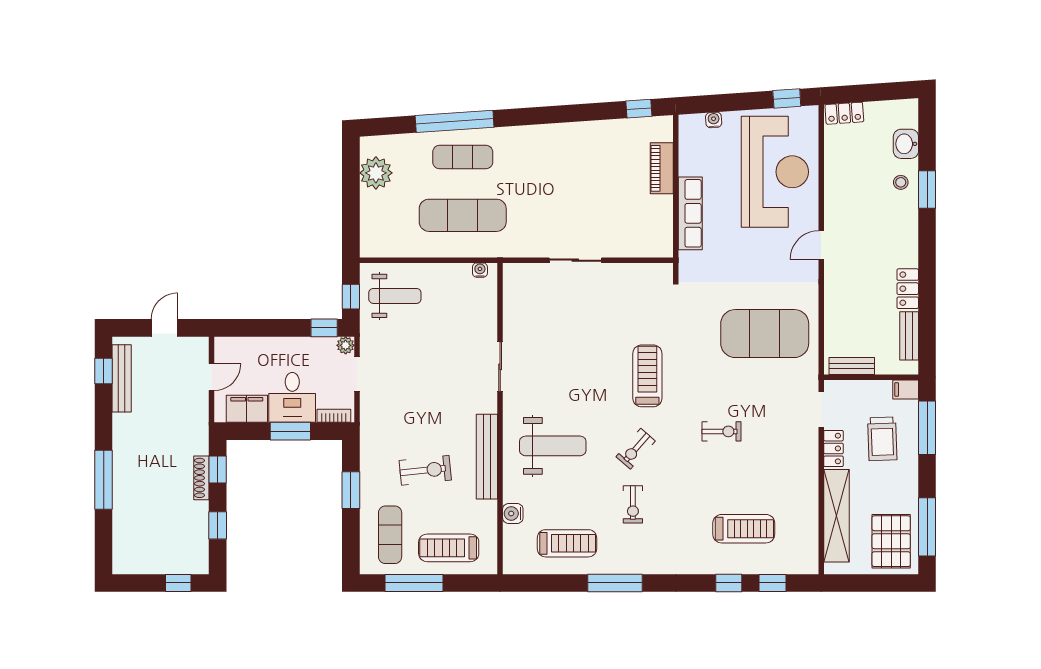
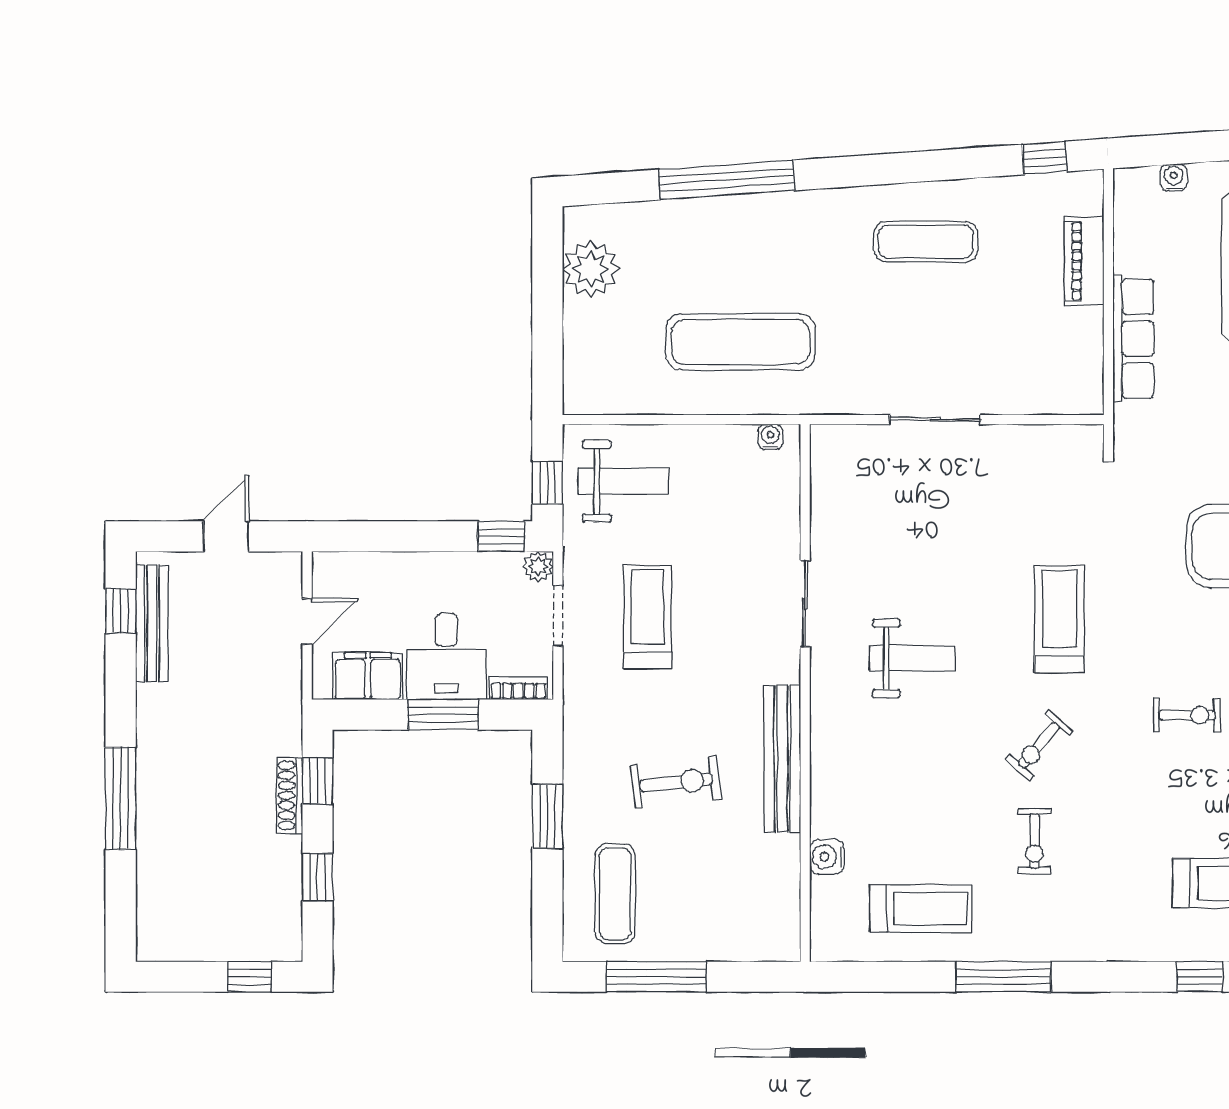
exercise mat: (463, 157) -> (926, 242), moved
weight bench: (553, 446) -> (912, 658), moved, width x0.73, depth x0.75
treadmill: (449, 548) -> (648, 617), moved, turned 90

